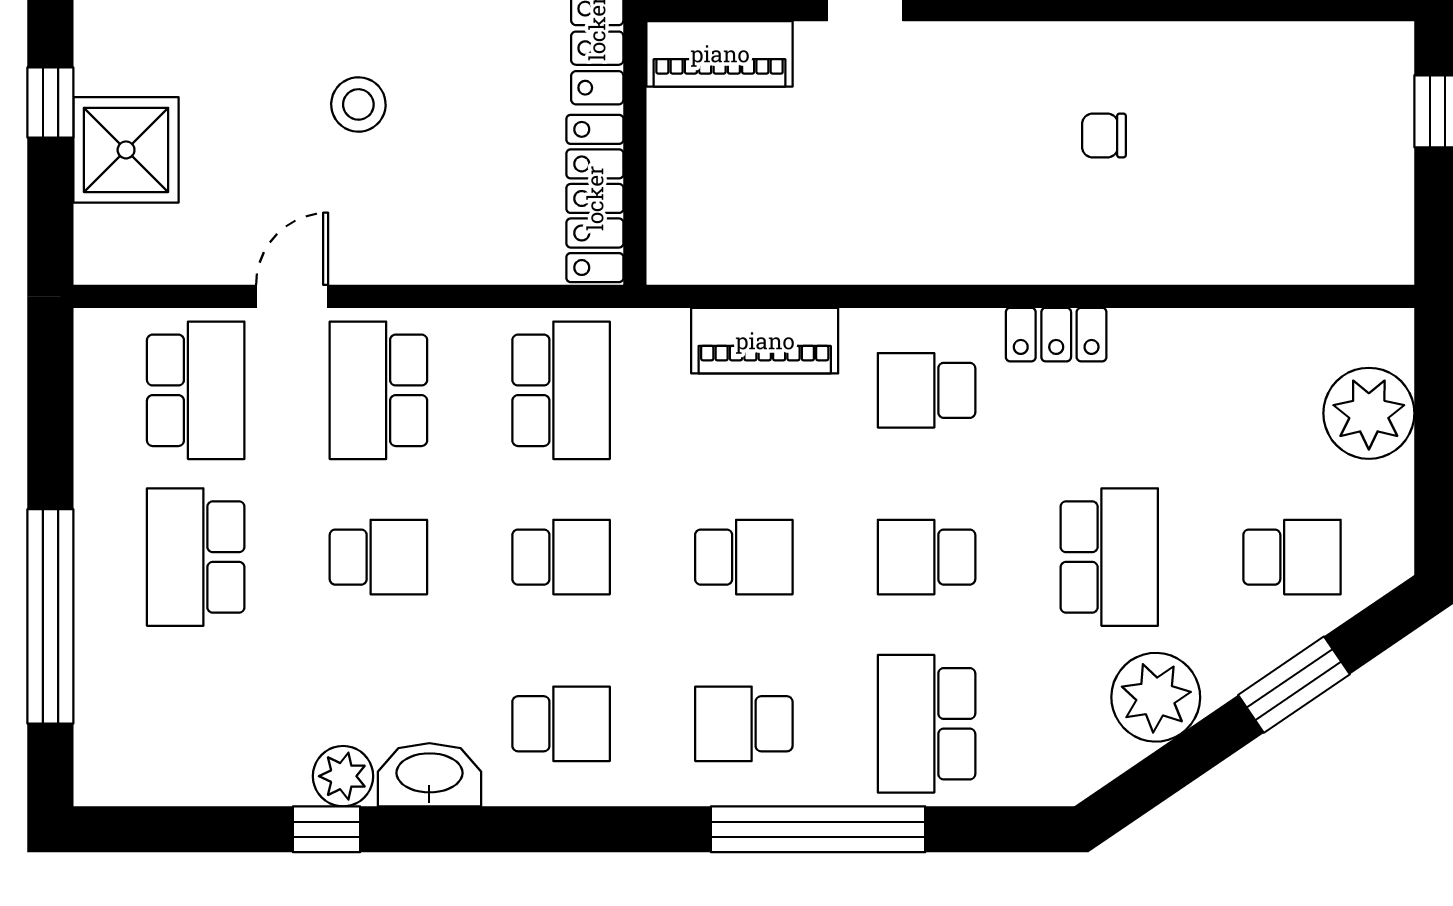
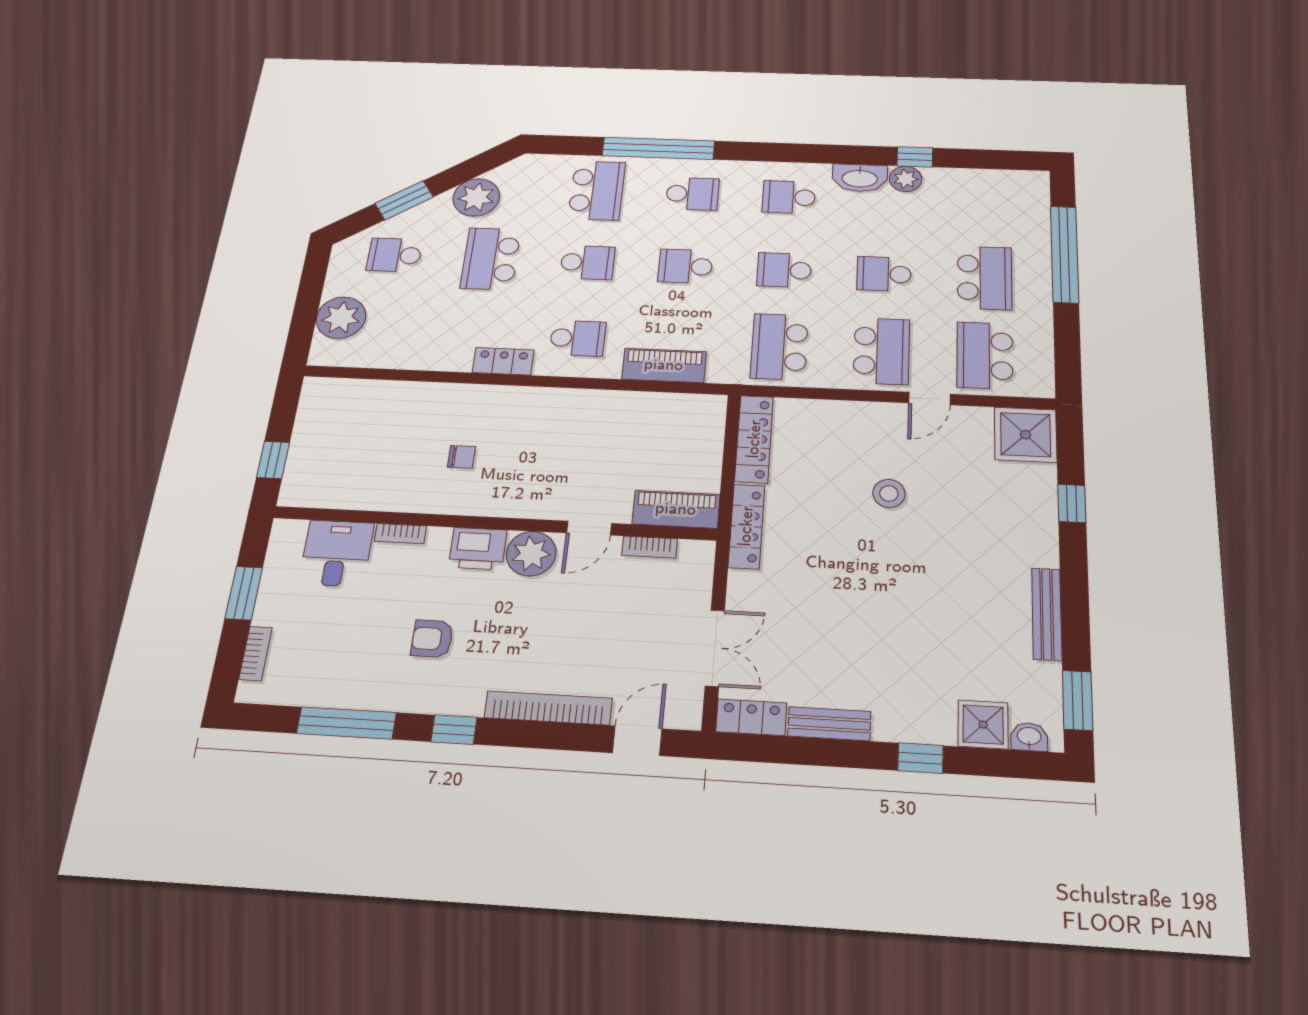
shower: (126, 150) -> (1026, 435), moved

